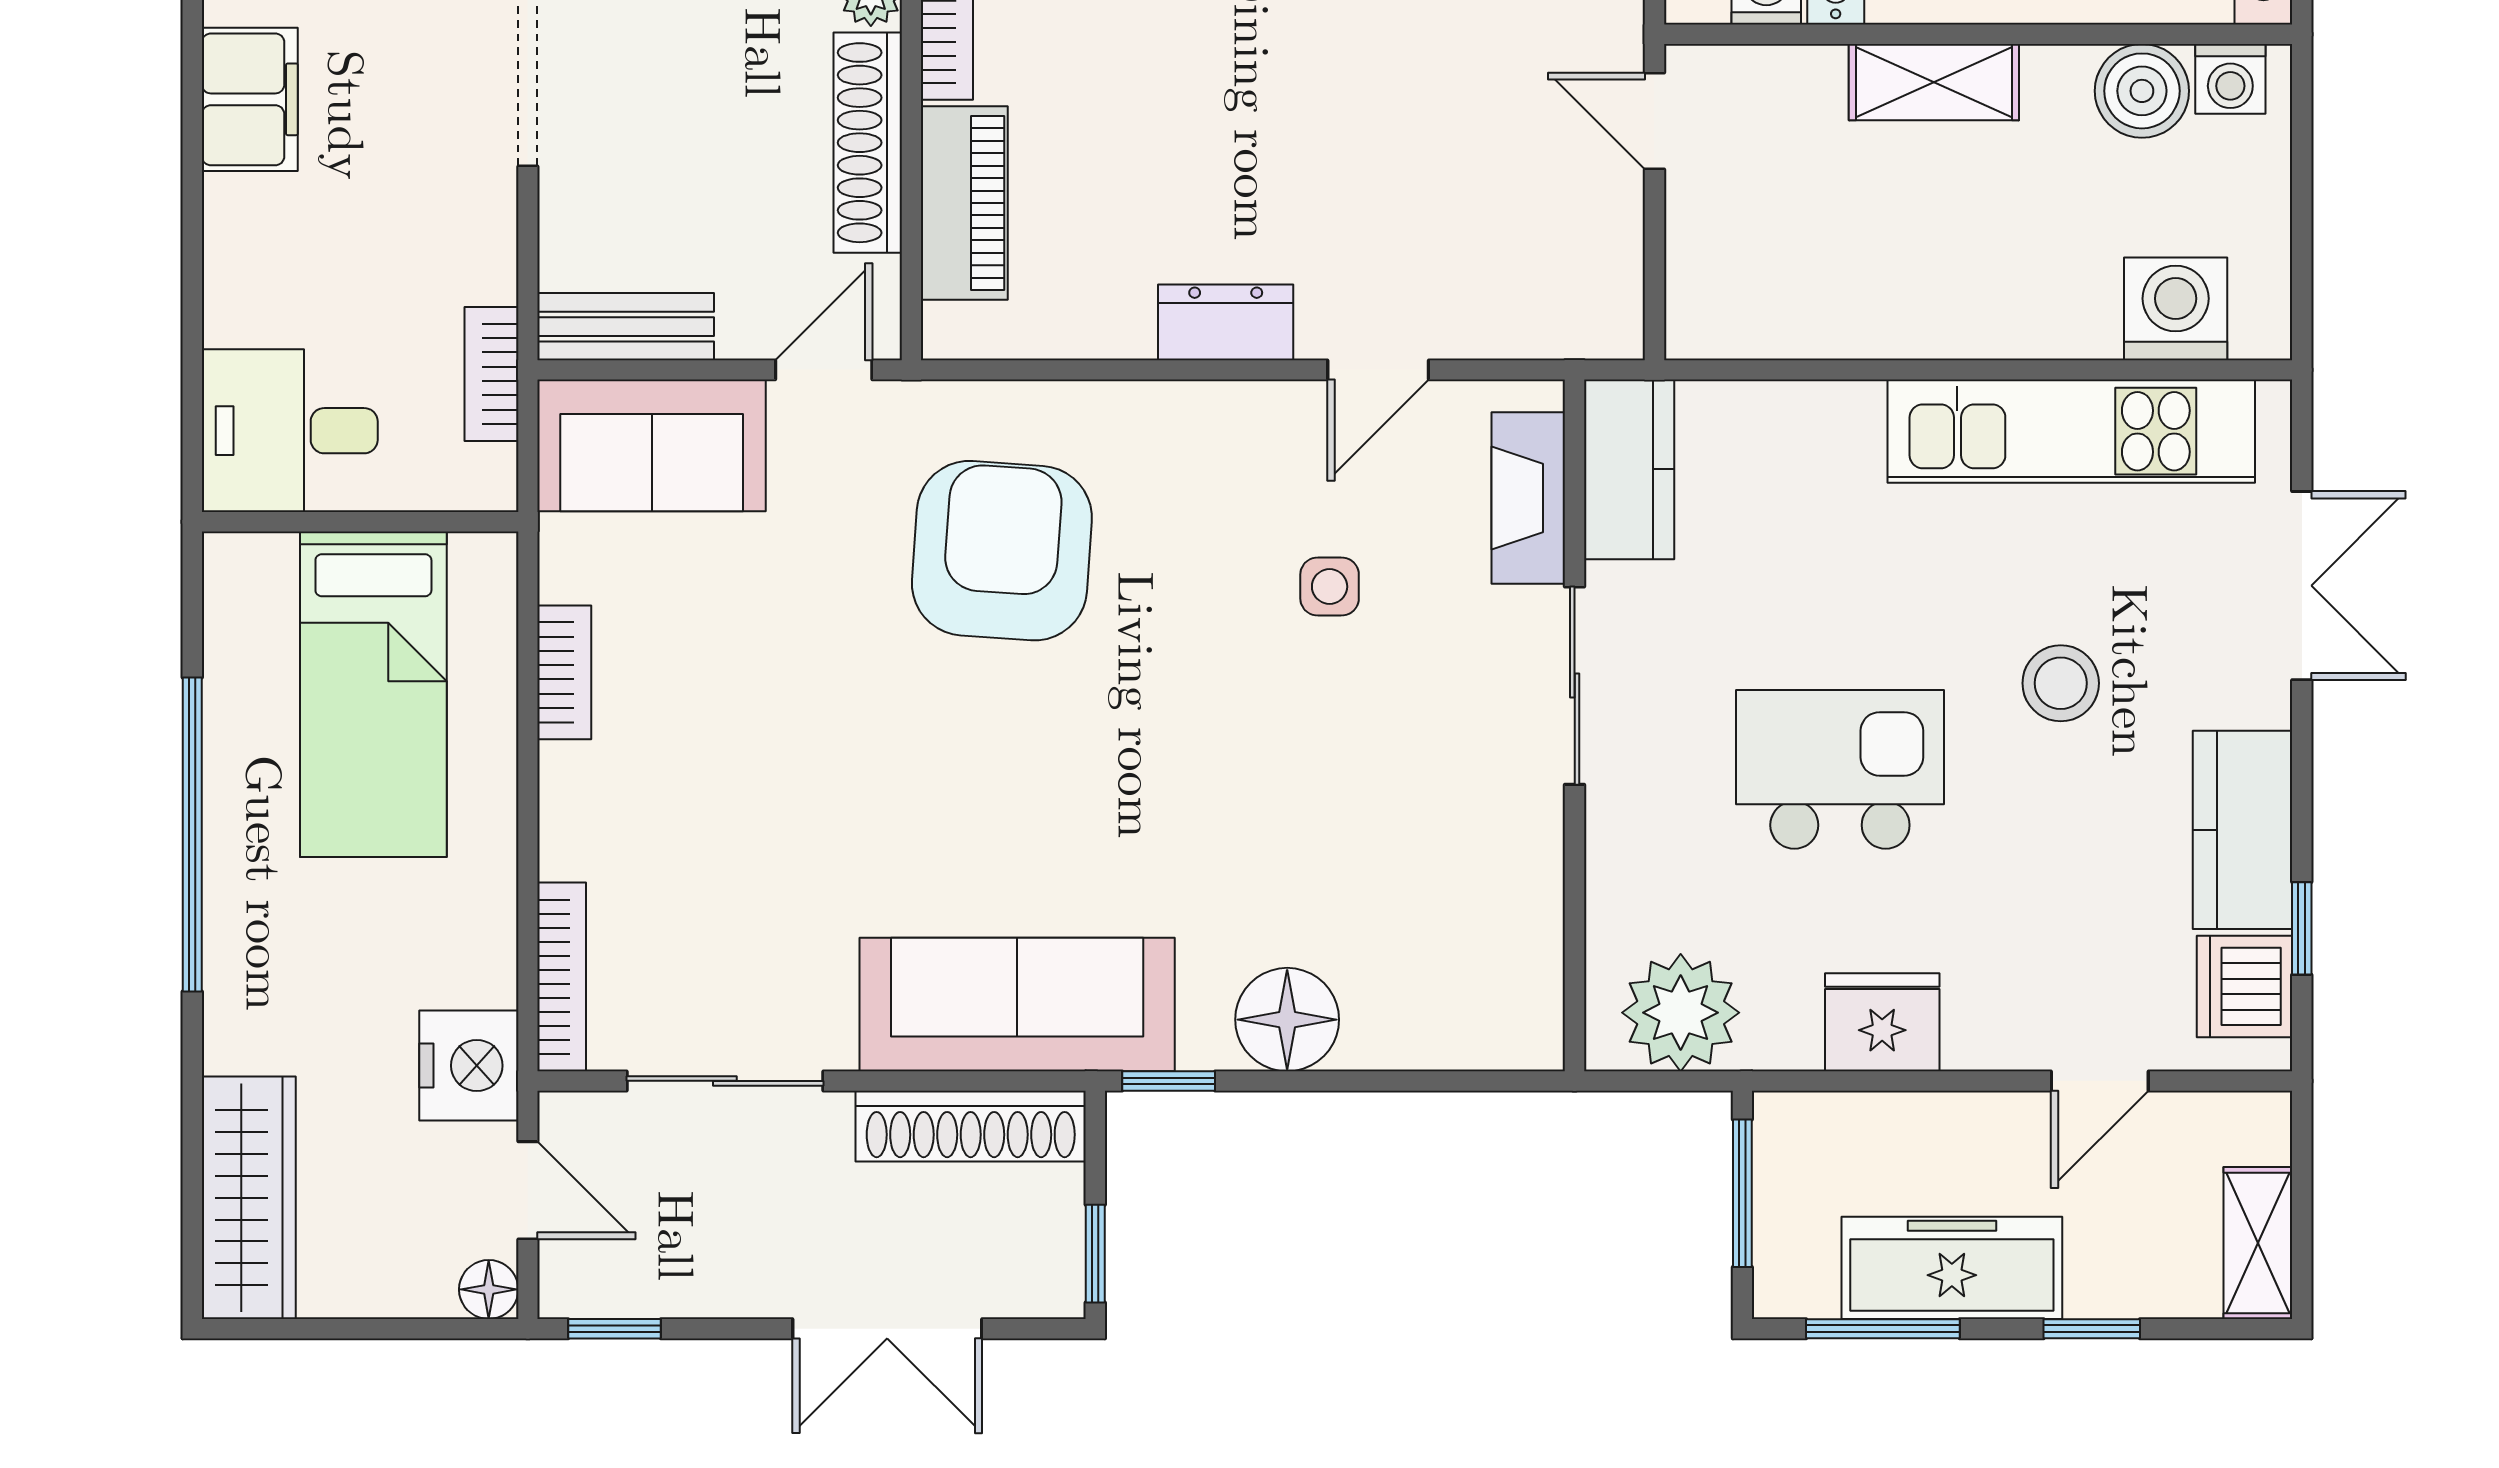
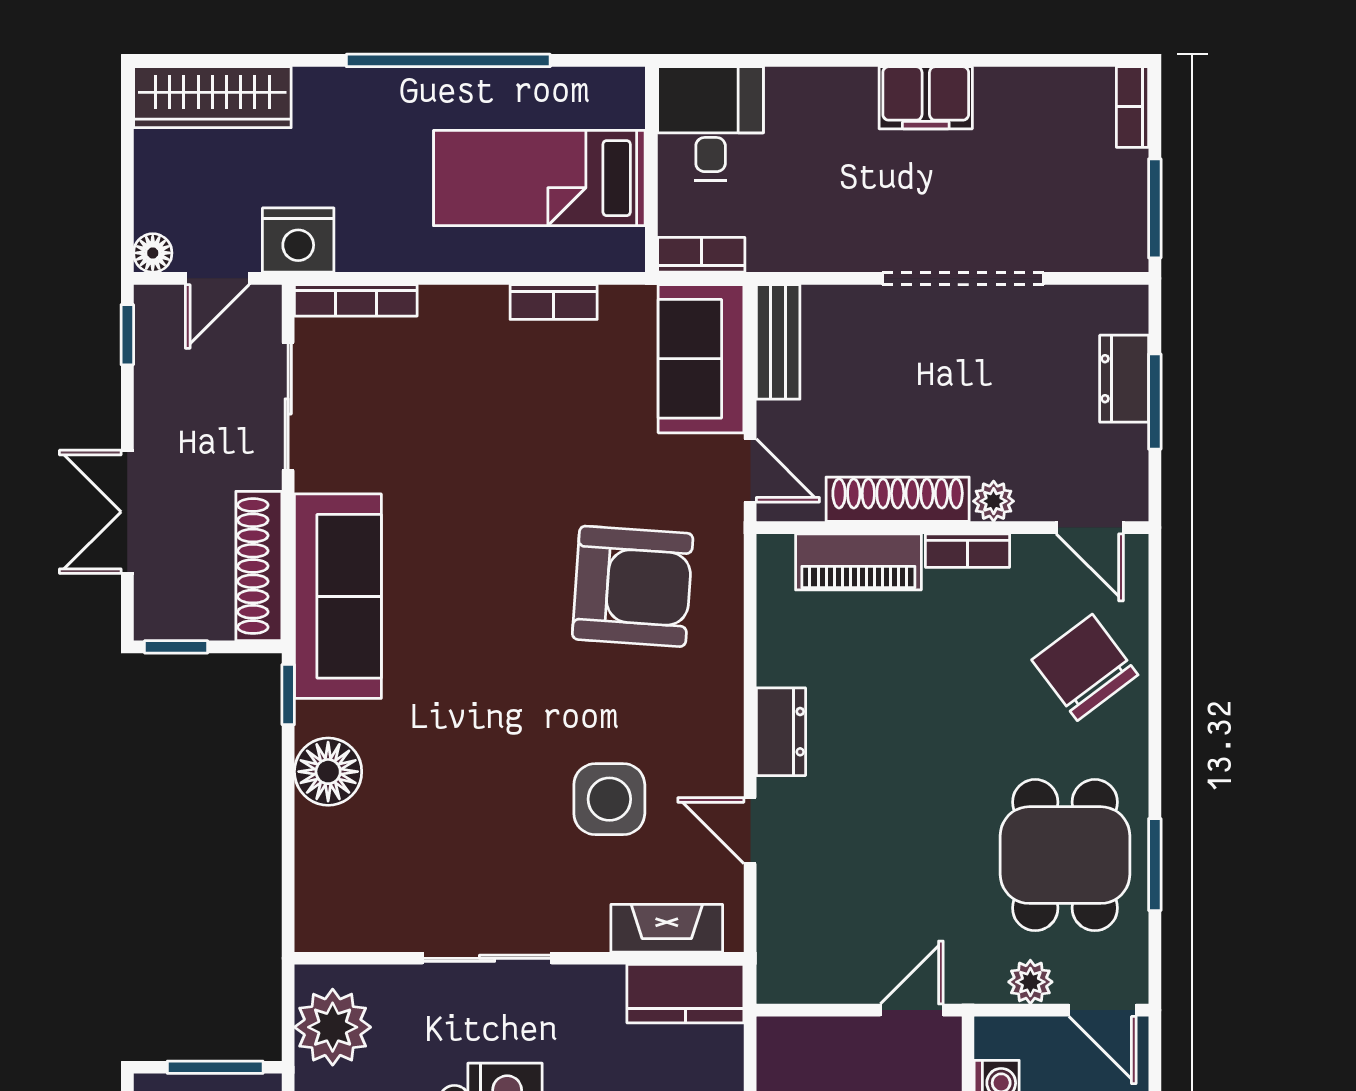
bookcase: (491, 374) -> (701, 255), moved
side table: (1330, 587) -> (609, 799), width x1.87, depth x1.87
sliding door: (1575, 686) -> (487, 958), moved

